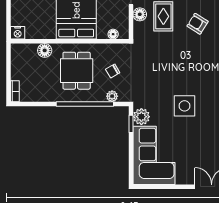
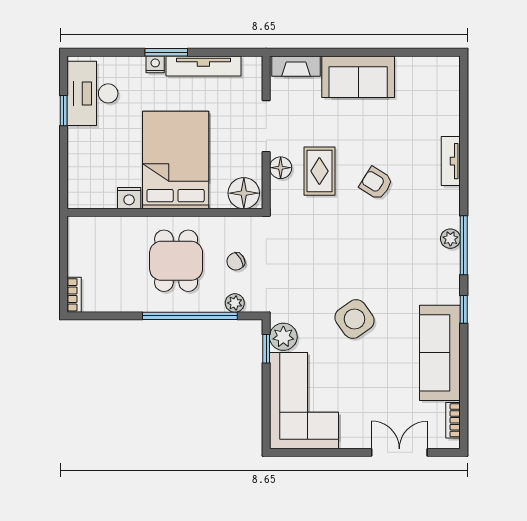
nightstand: (18, 33) -> (129, 198), moved
floor lamp: (113, 34) -> (244, 193), width x1.89, depth x1.89
floor lamp: (45, 50) -> (123, 227), removed
side table: (185, 106) -> (354, 319), turned -35

